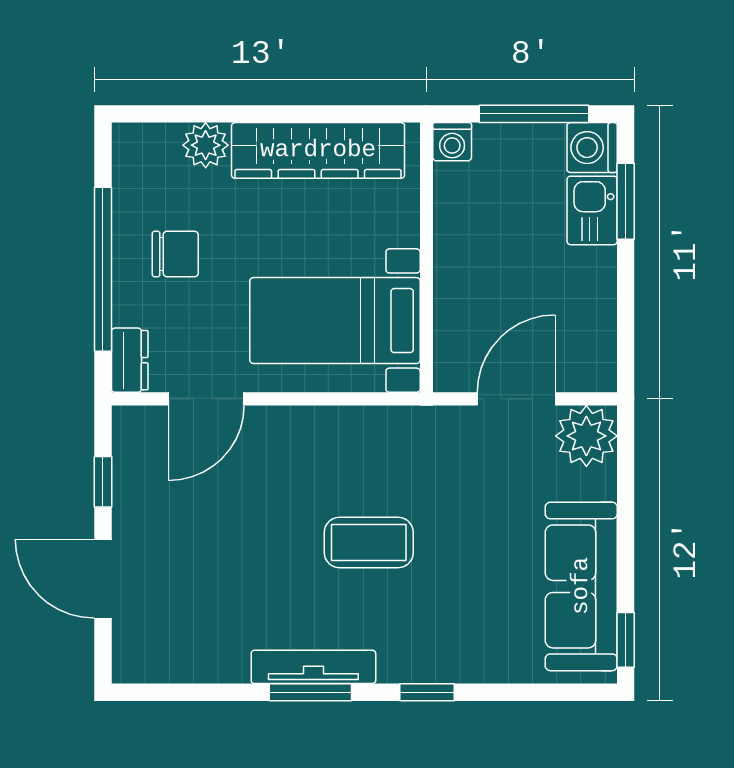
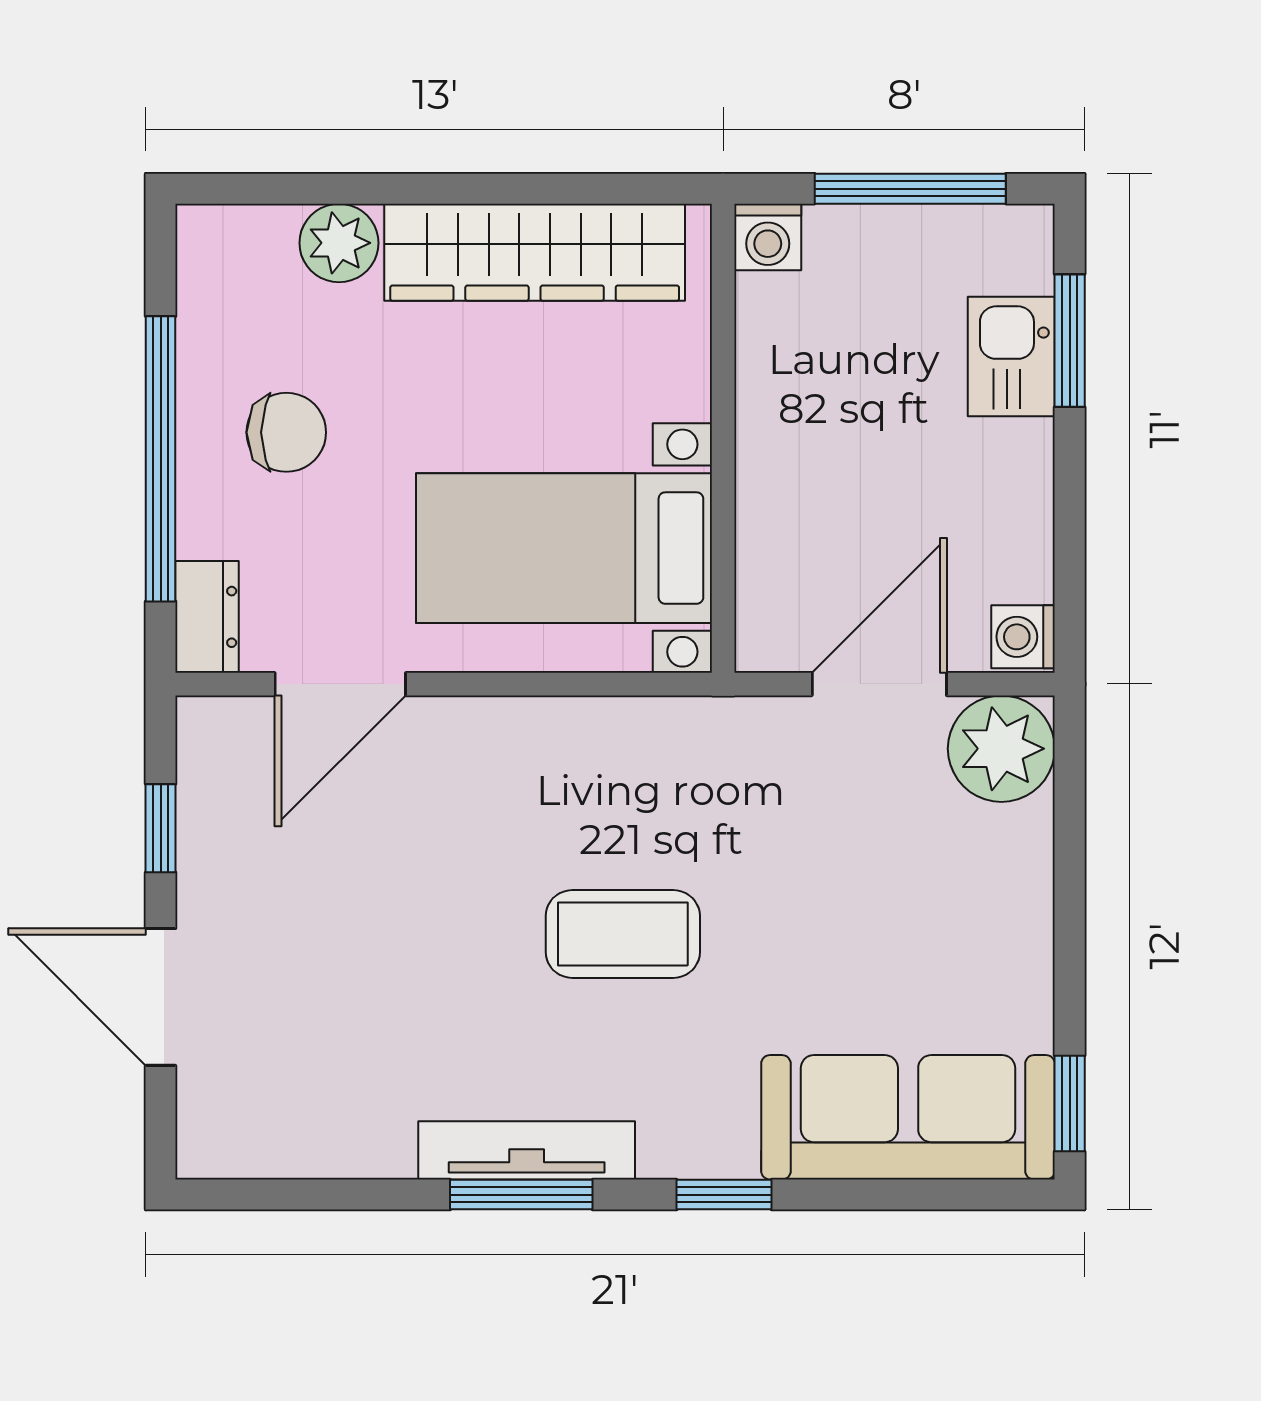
washing machine: (592, 148) -> (1023, 637), moved, width x0.73, depth x0.73
sofa: (581, 586) -> (908, 1117), moved, turned 90

